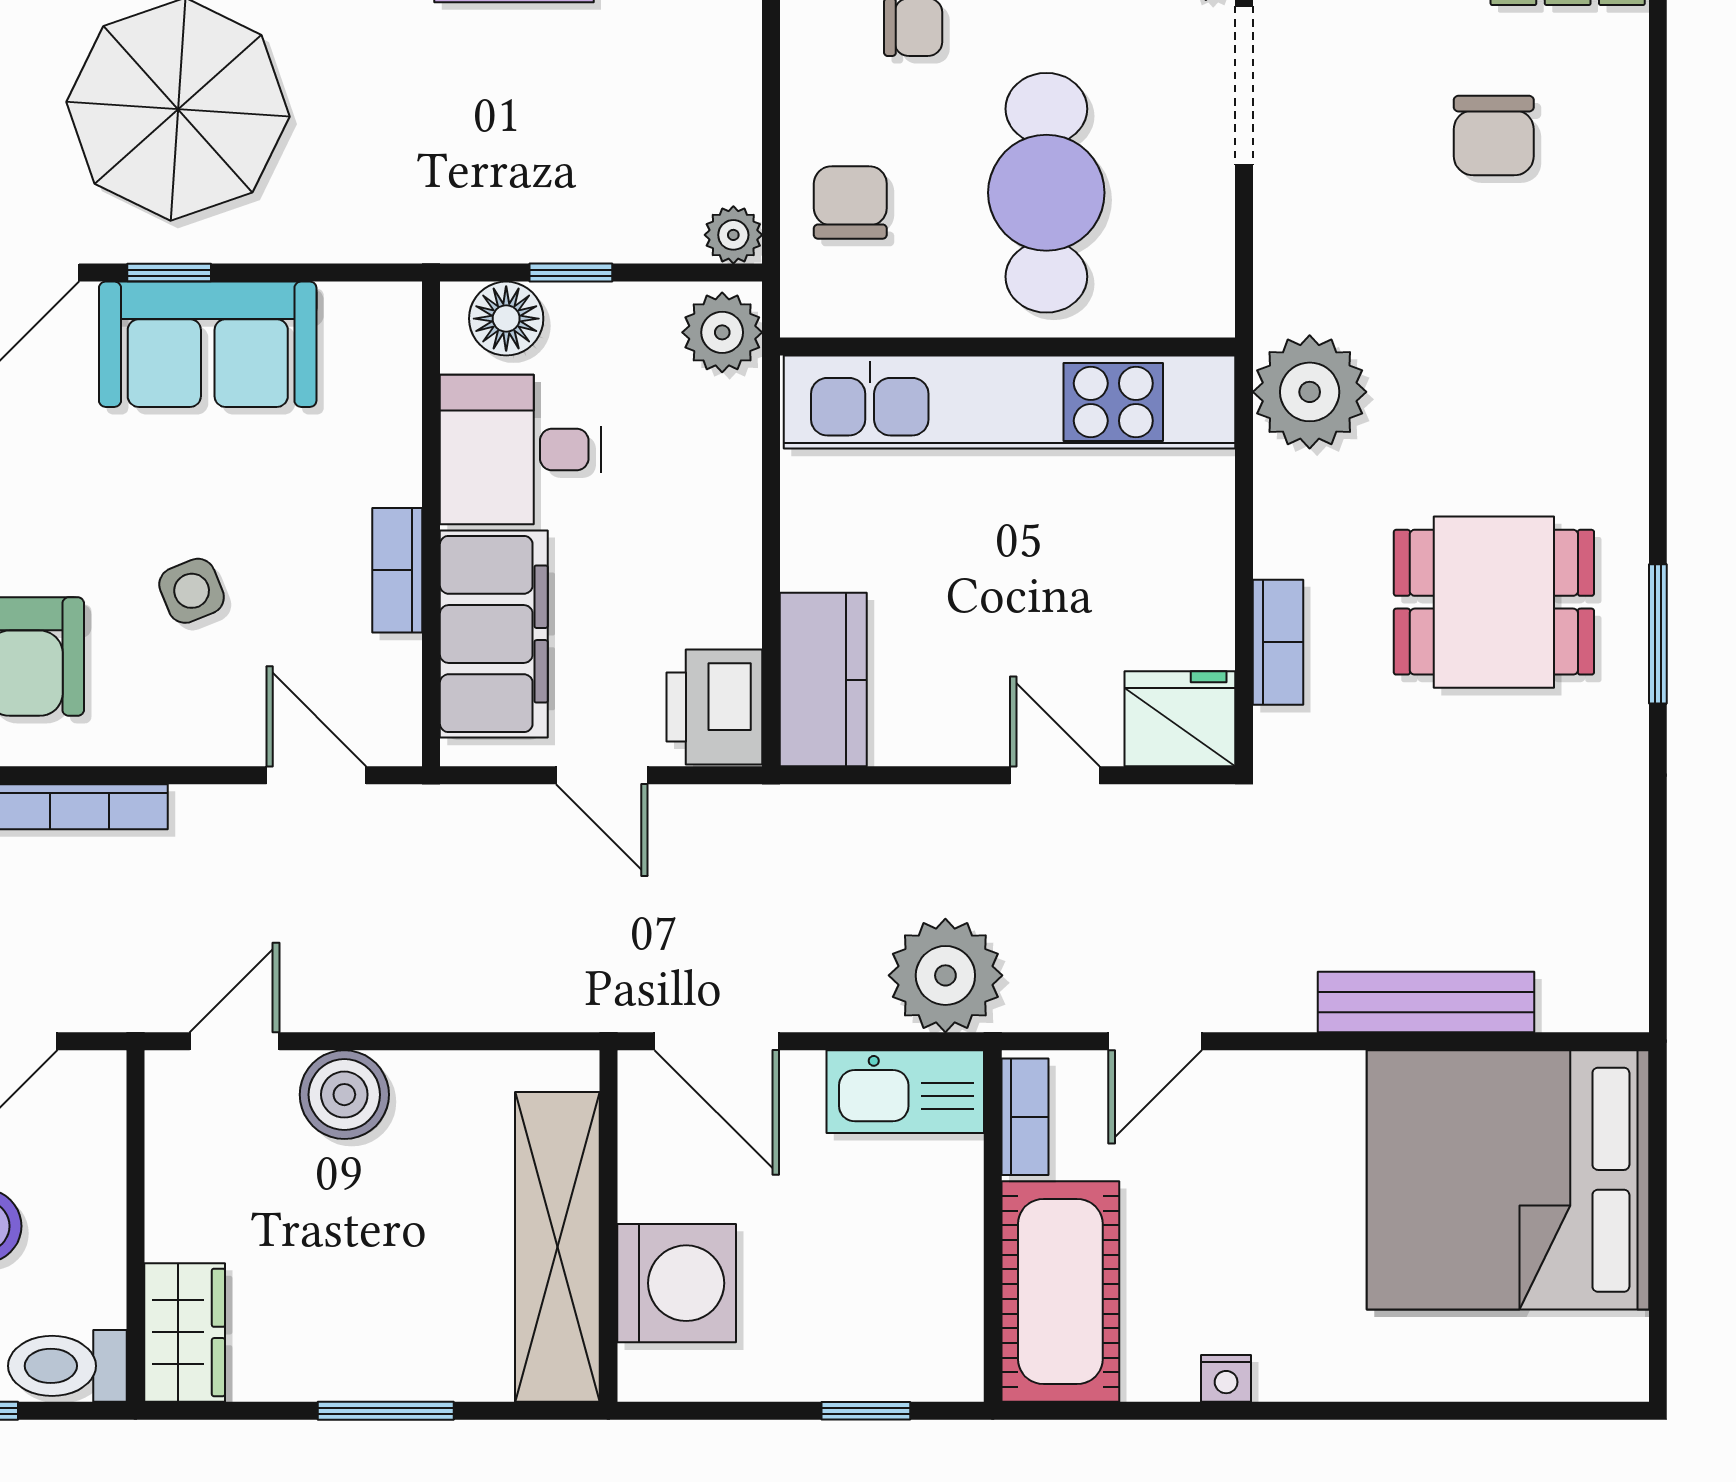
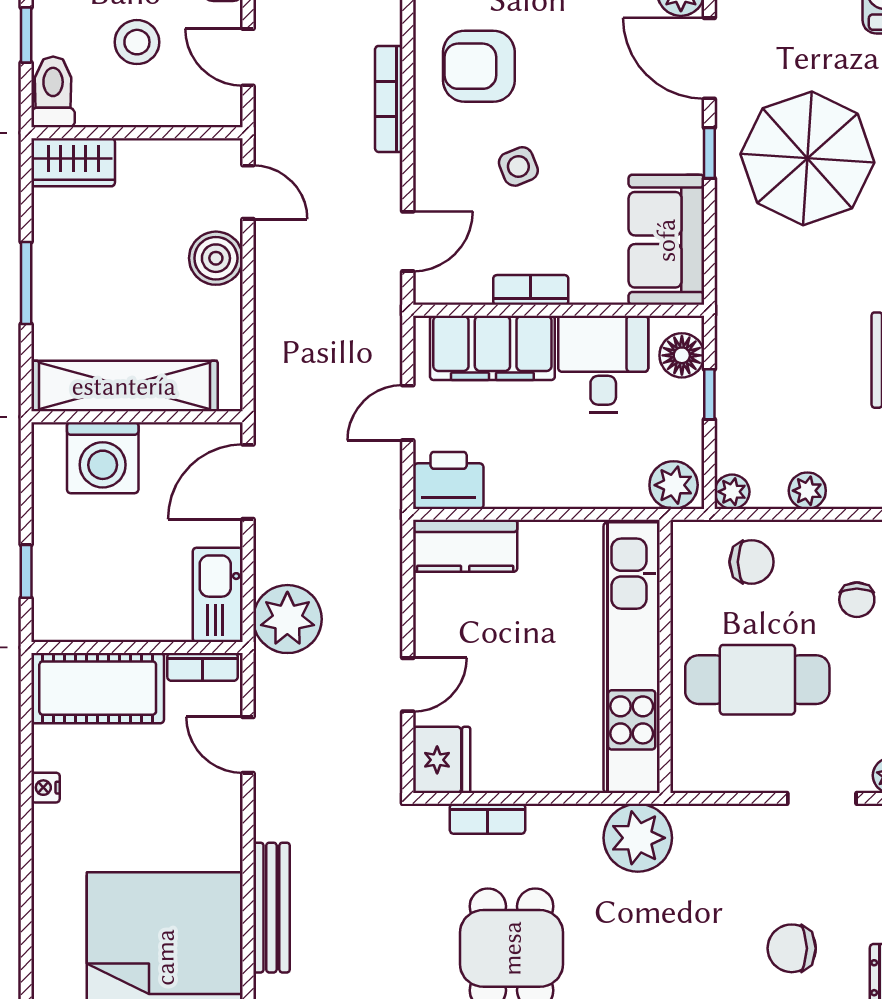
doorway: (1244, 85) -> (822, 798), width x0.73
plant: (732, 109) -> (807, 491), added
sofa: (208, 344) -> (666, 240), moved

